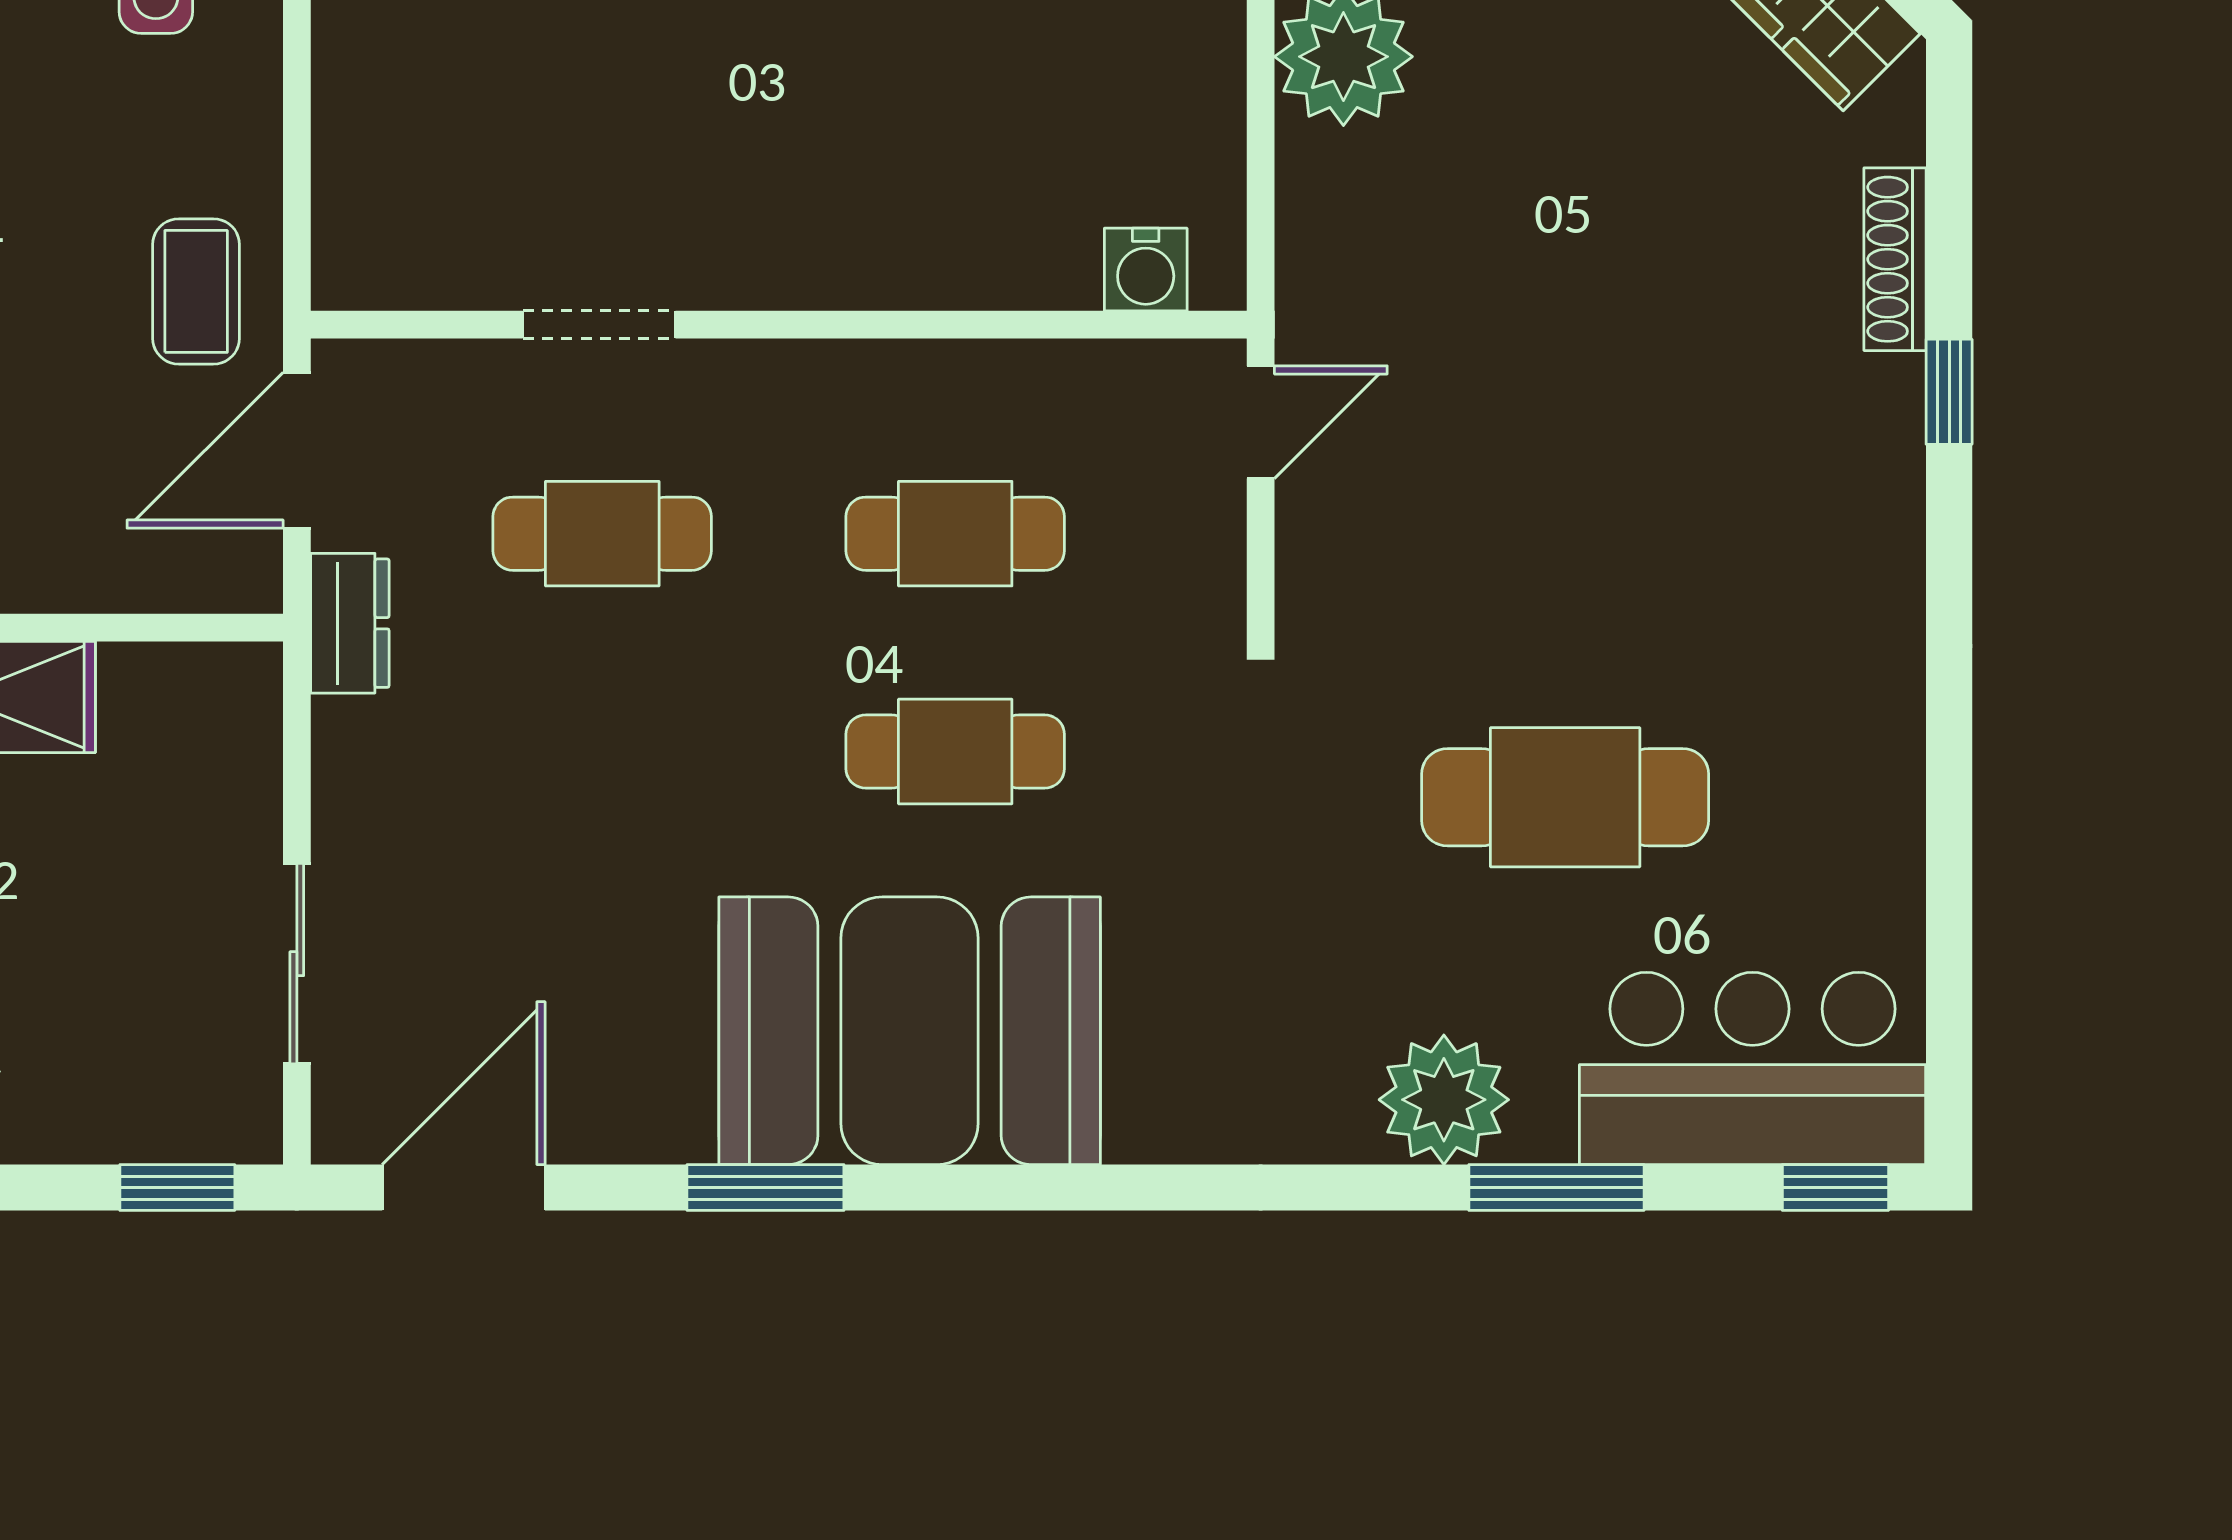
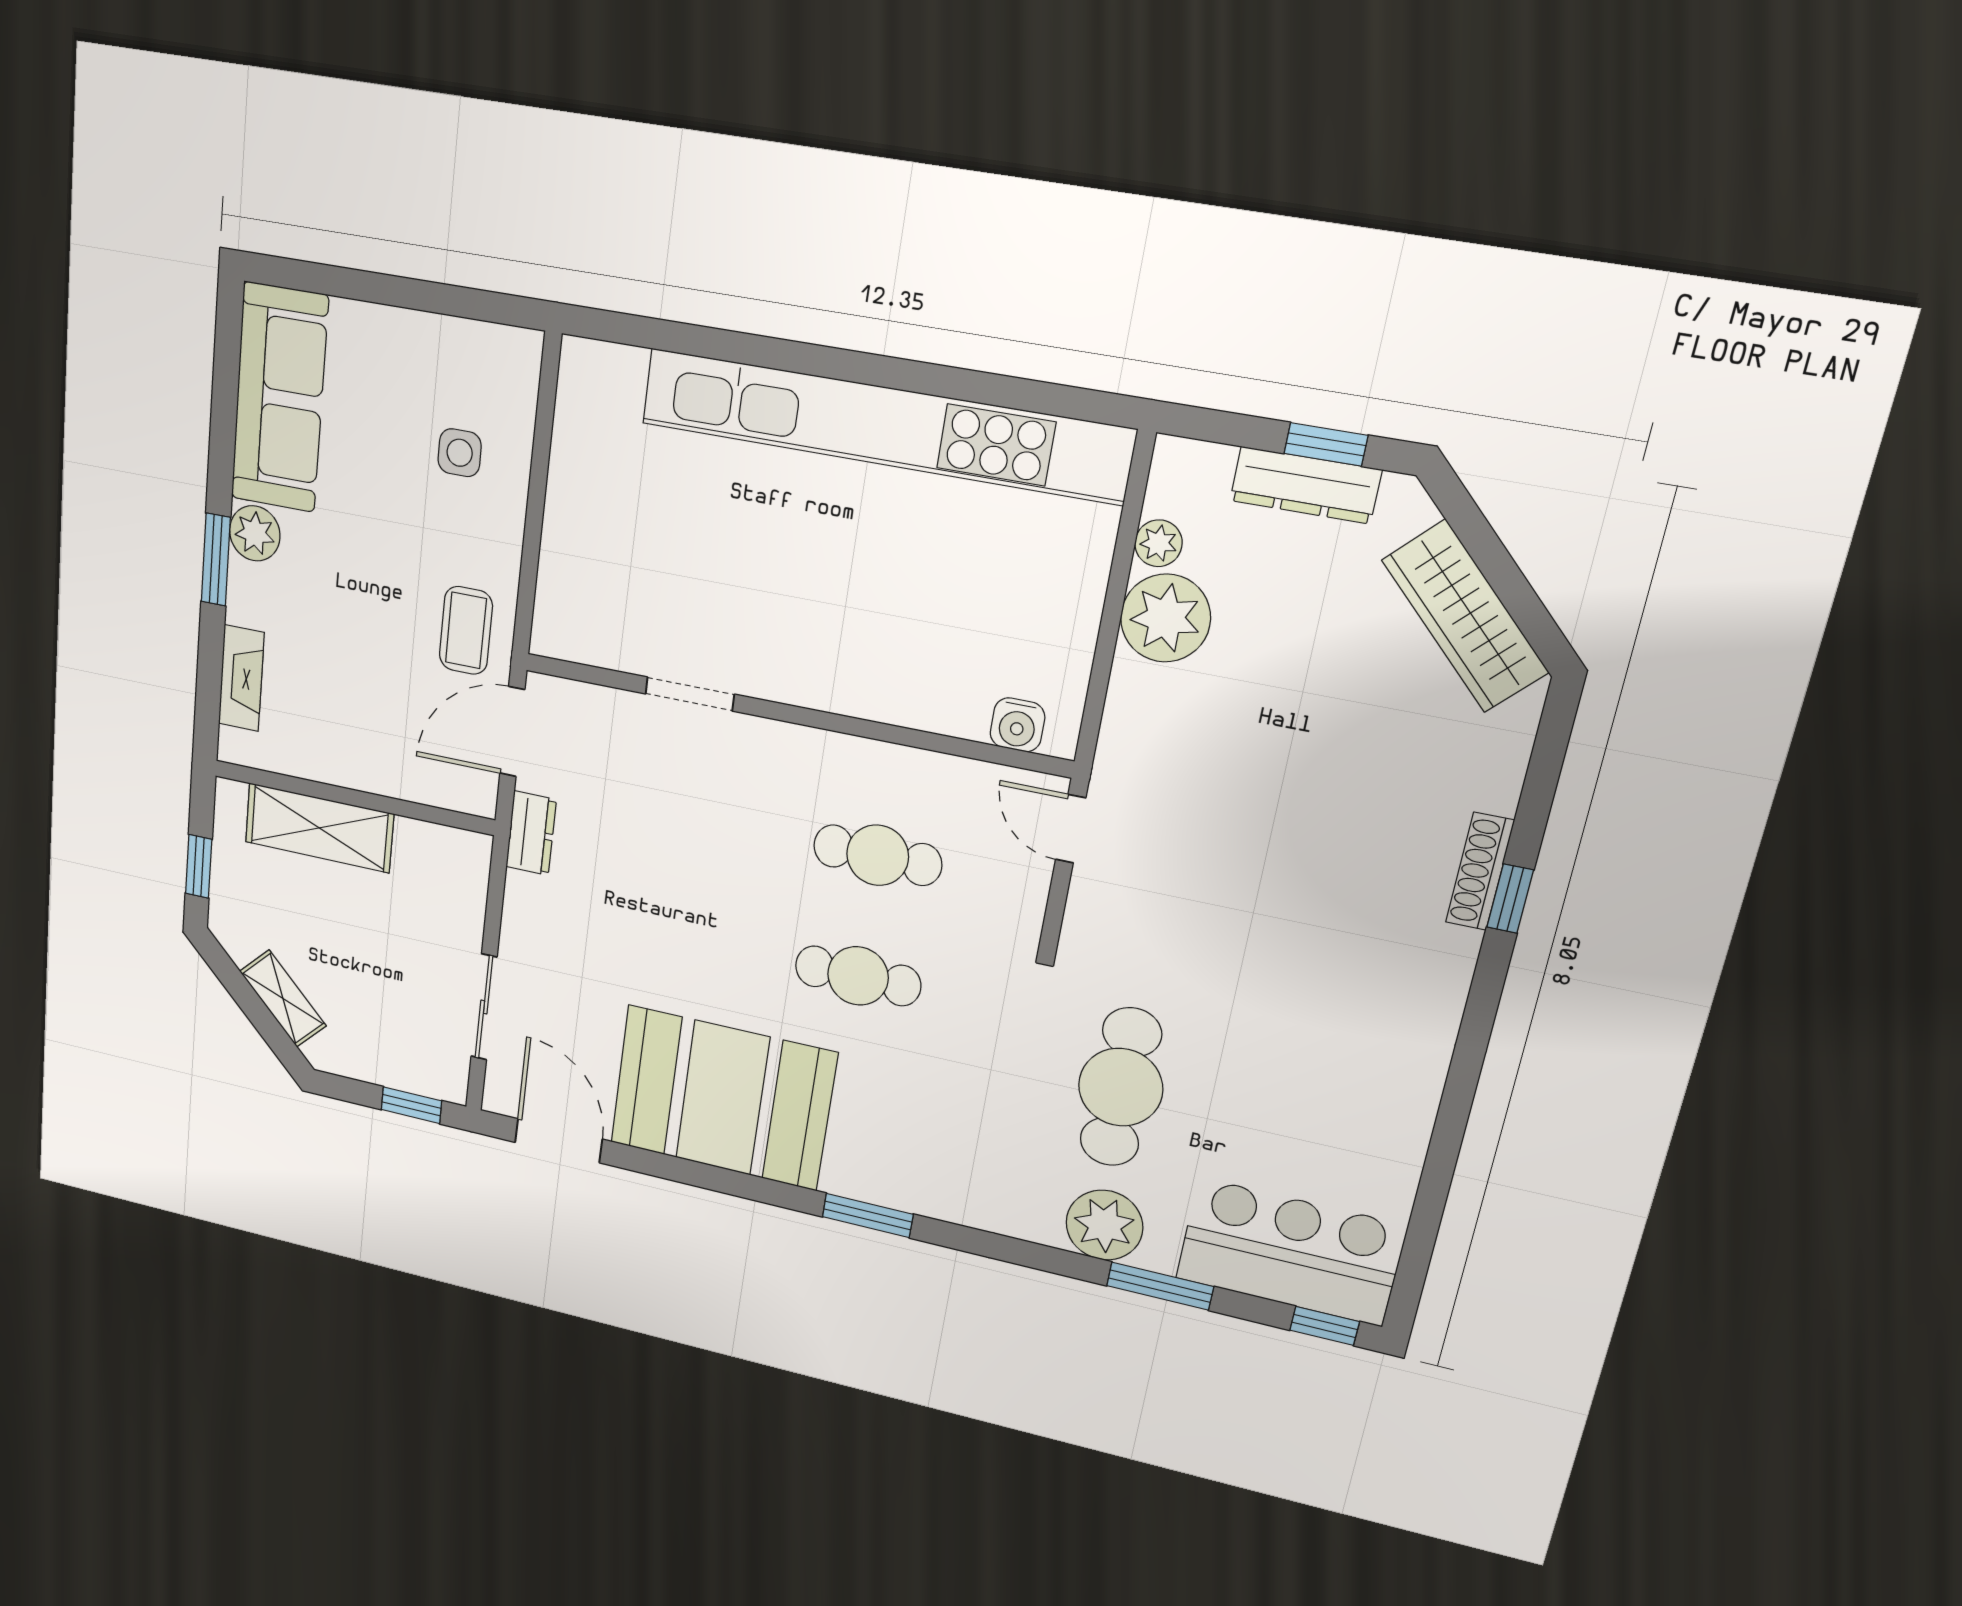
shoe rack: (1895, 259) -> (1480, 871), moved
door: (1261, 422) -> (1071, 829), swing flipped
cafe table: (602, 534) -> (676, 813), removed
cafe table: (1565, 797) -> (1121, 1087), moved, turned 90
booth: (910, 1031) -> (723, 1098), moved
door: (464, 1188) -> (559, 1141), hinge flipped
window: (765, 1188) -> (868, 1215), moved

